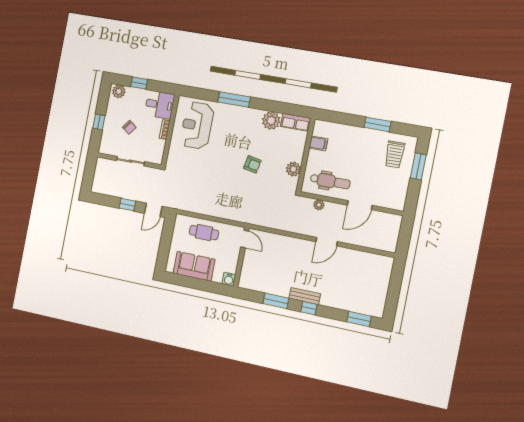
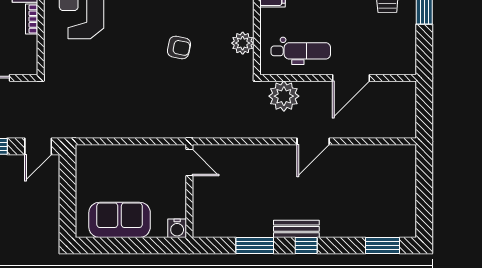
plant: (319, 205) -> (284, 96), width x1.88, depth x1.88
cafe table: (204, 233) -> (125, 165), removed

